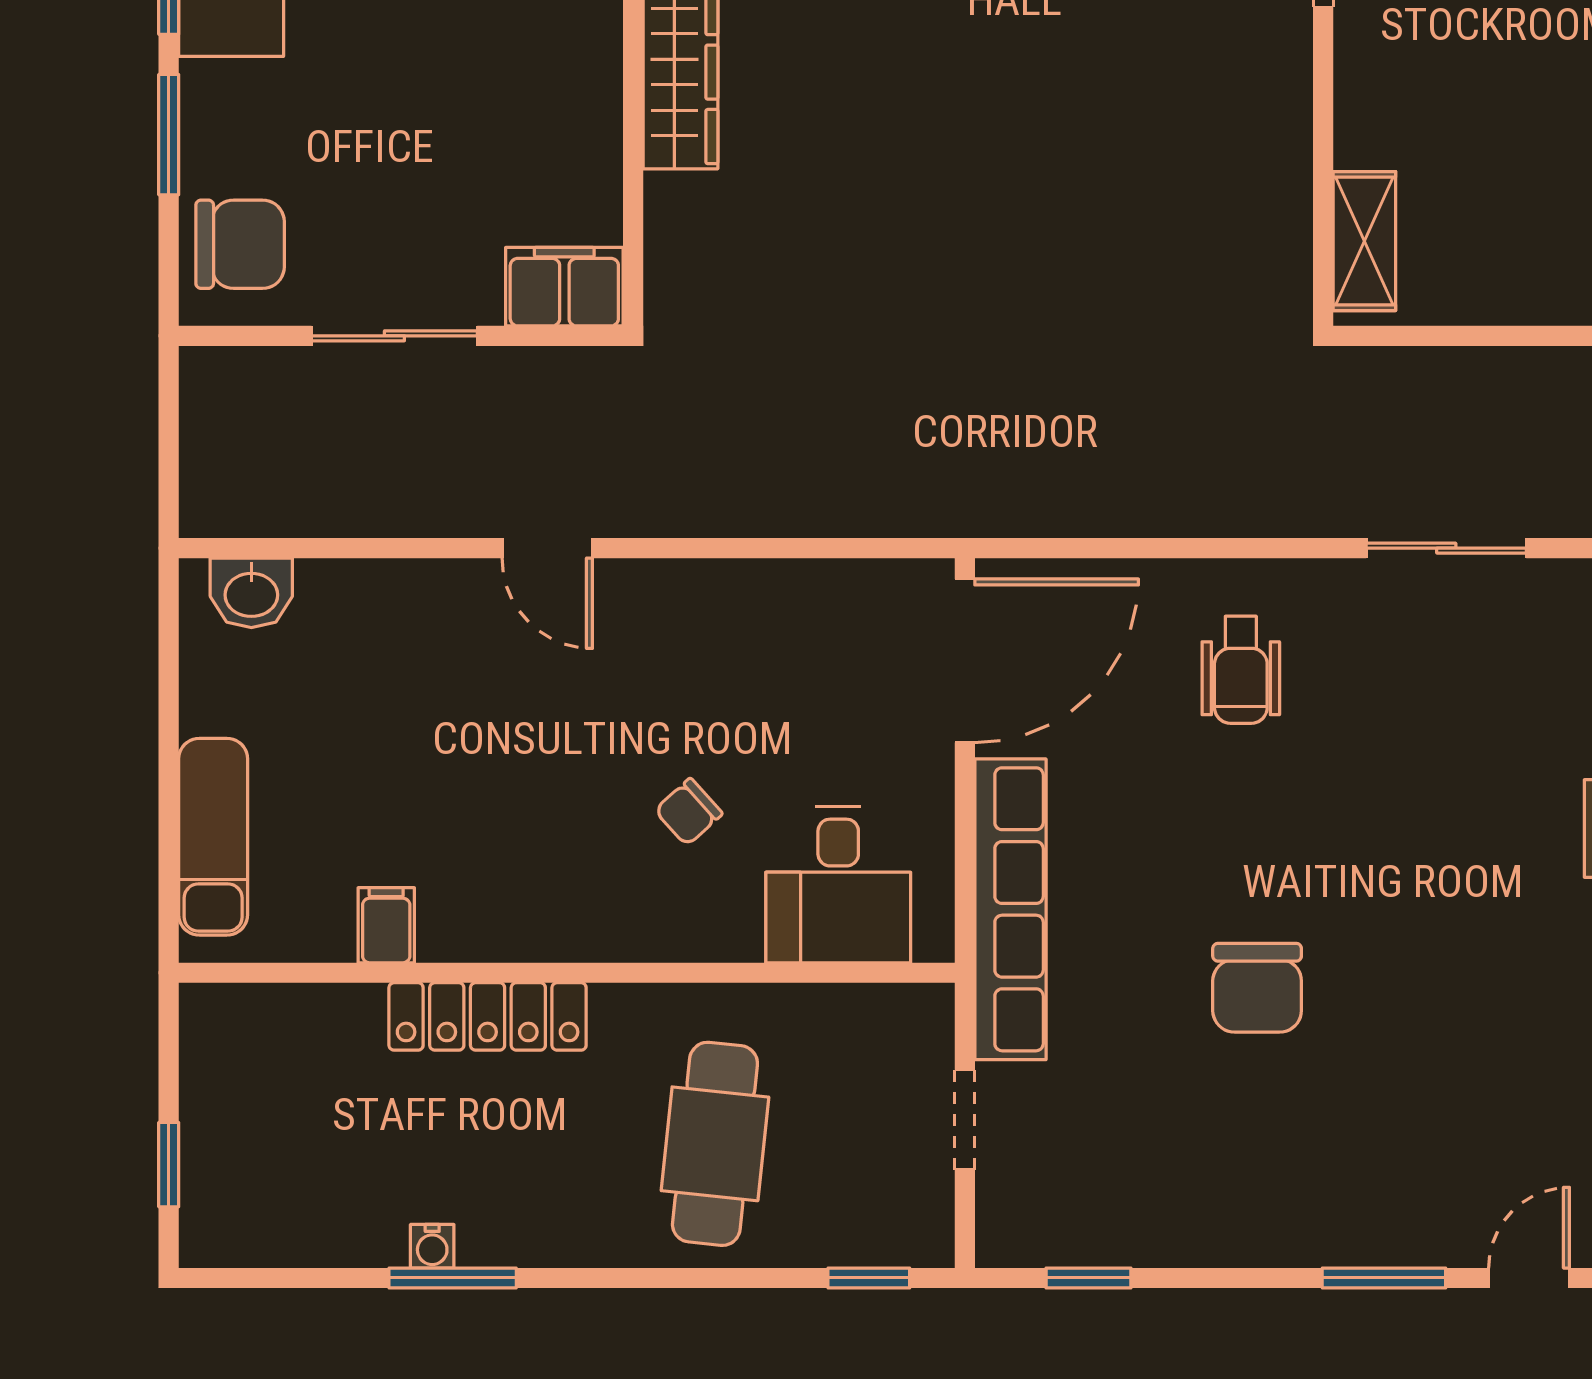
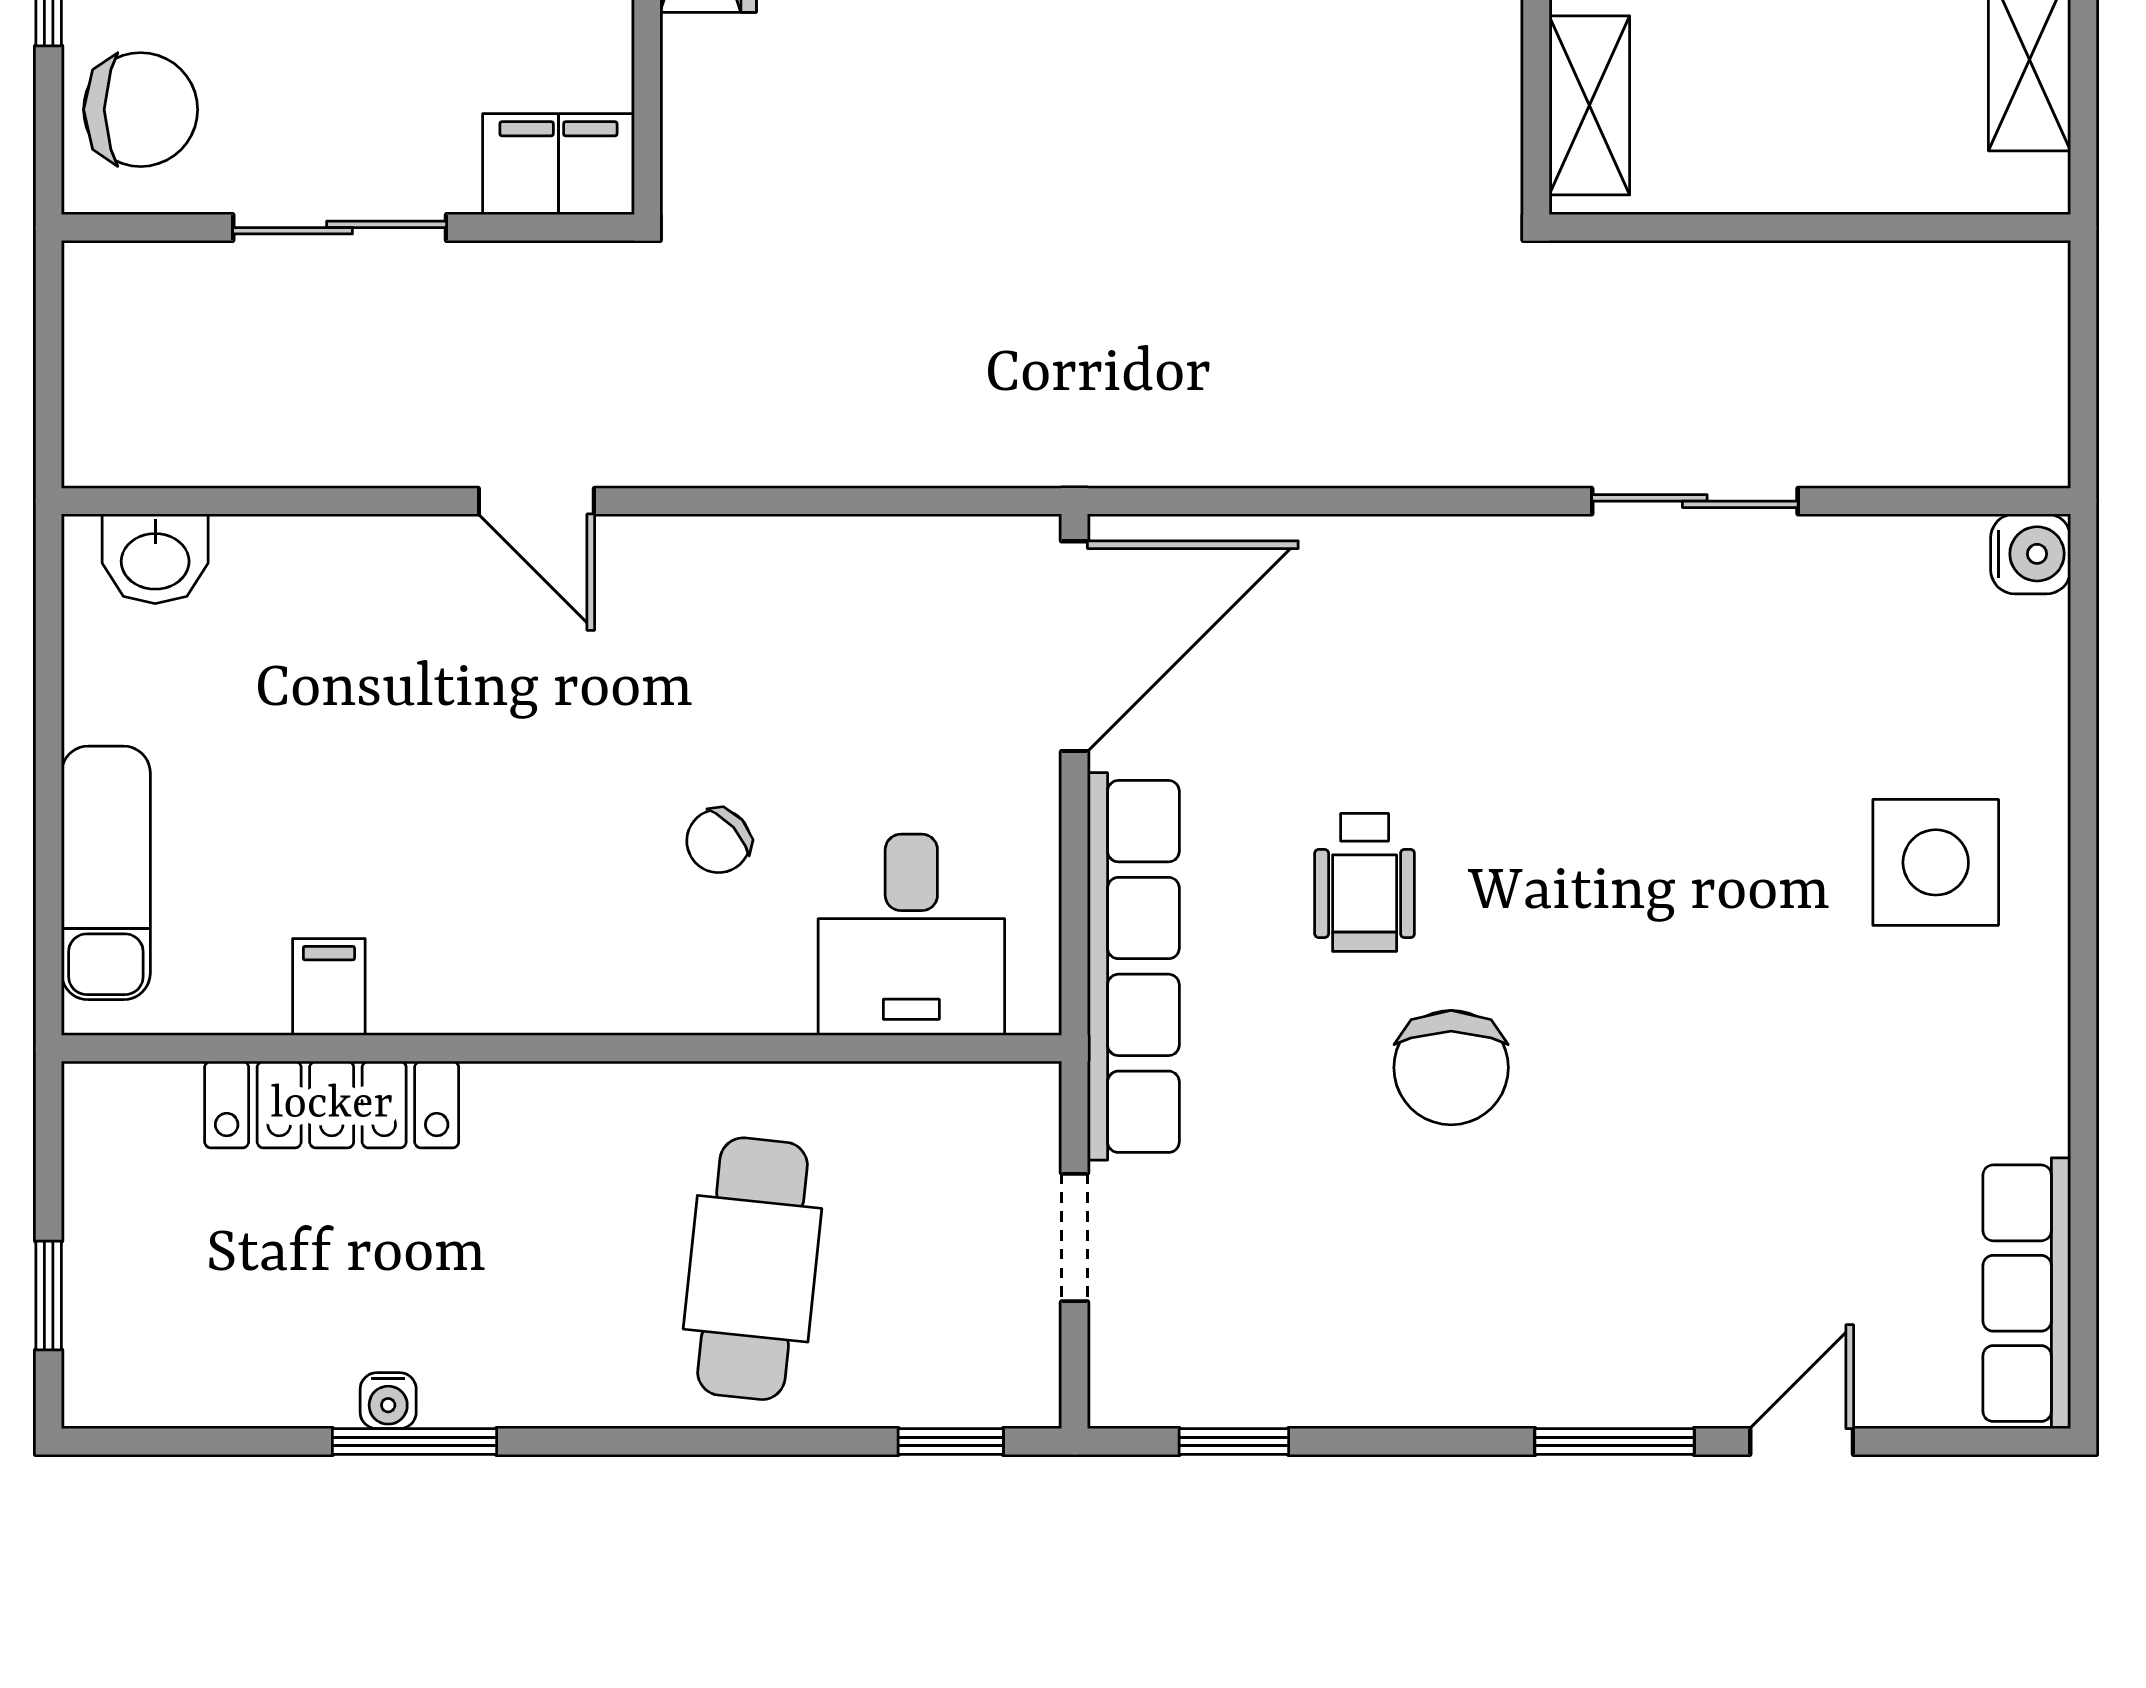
wheelchair: (1241, 670) -> (1365, 882), moved
locker: (488, 1016) -> (332, 1105), moved

